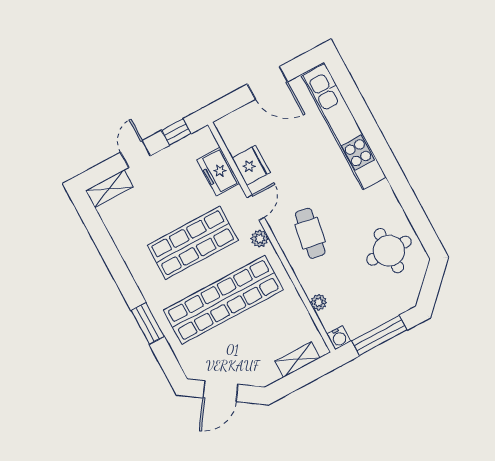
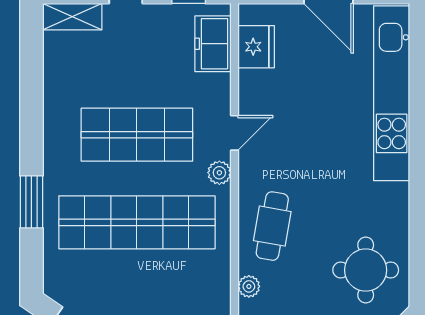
fridge: (251, 165) -> (256, 47), moved
freezer: (218, 172) -> (213, 44), moved
cafe table: (310, 233) -> (272, 226), moved

